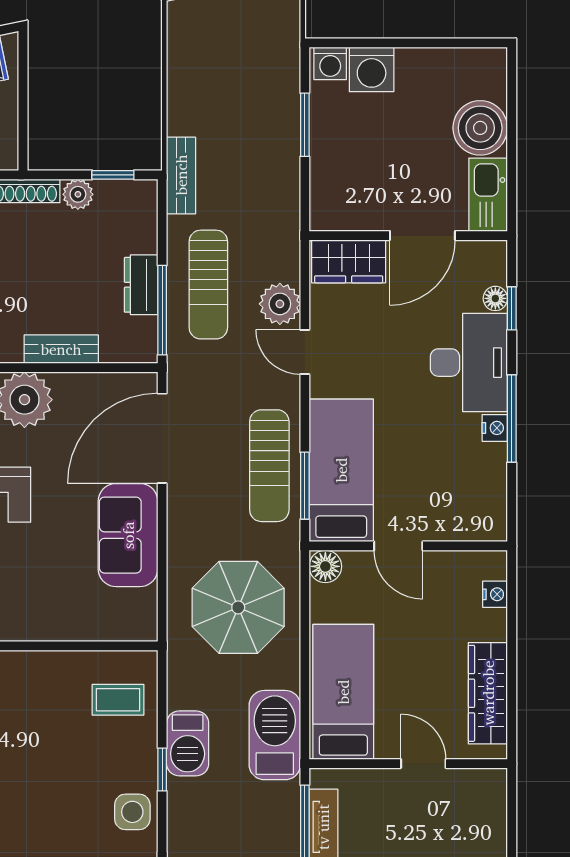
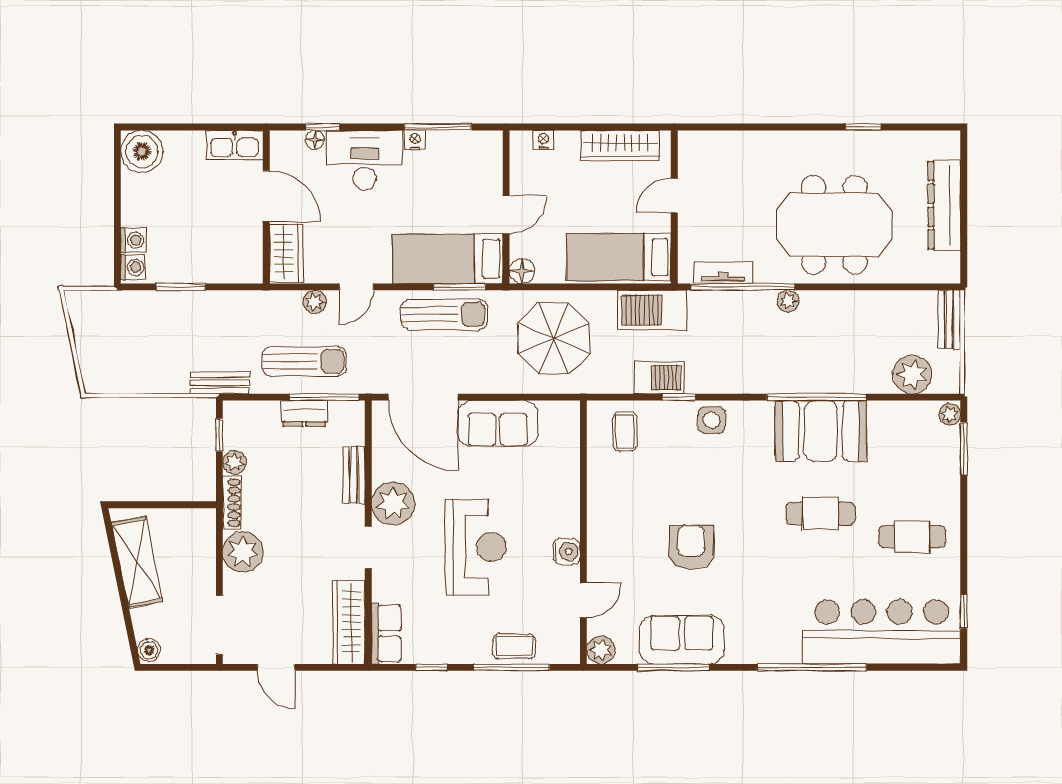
washing machine: (372, 69) -> (133, 240), width x0.73, depth x0.73
boiler: (480, 128) -> (142, 151), moved
plant: (280, 304) -> (315, 302), width x0.73, depth x0.73
window: (512, 419) -> (438, 127), moved

